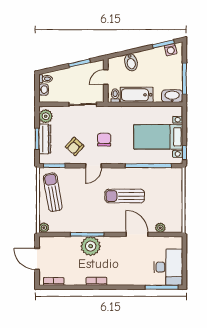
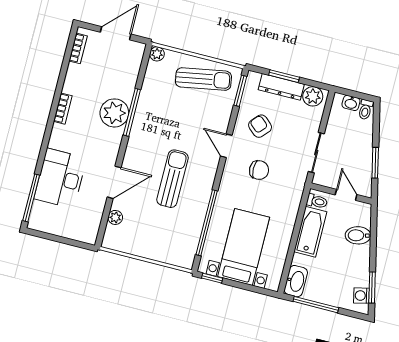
desk: (168, 267) -> (60, 178), moved, turned 90

